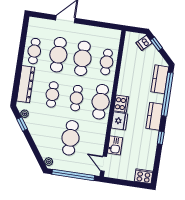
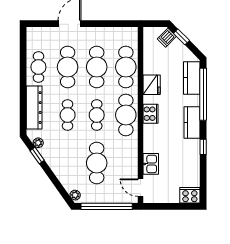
cafe table: (107, 62) -> (126, 67), width x1.37, depth x1.35
fridge: (119, 121) -> (152, 85), moved

